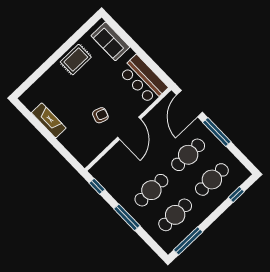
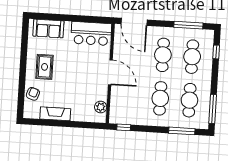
rug: (76, 60) -> (45, 67), moved
armchair: (100, 115) -> (33, 94), moved
window: (217, 132) -> (188, 25), moved
plant: (93, 150) -> (101, 107), added
window: (127, 217) -> (182, 131), moved

